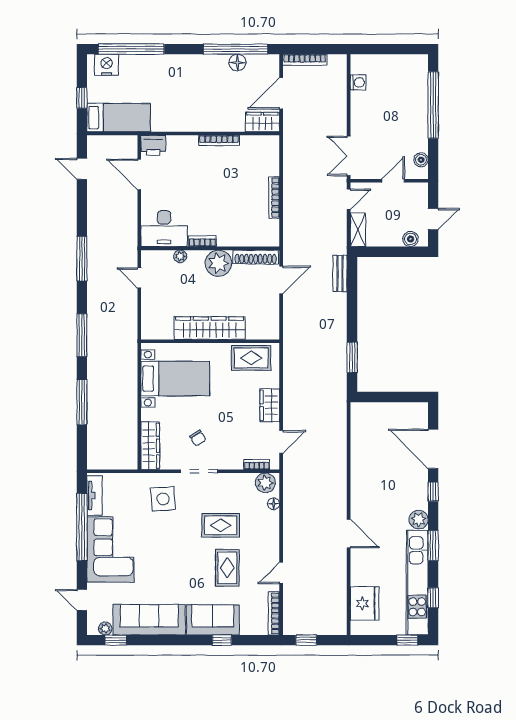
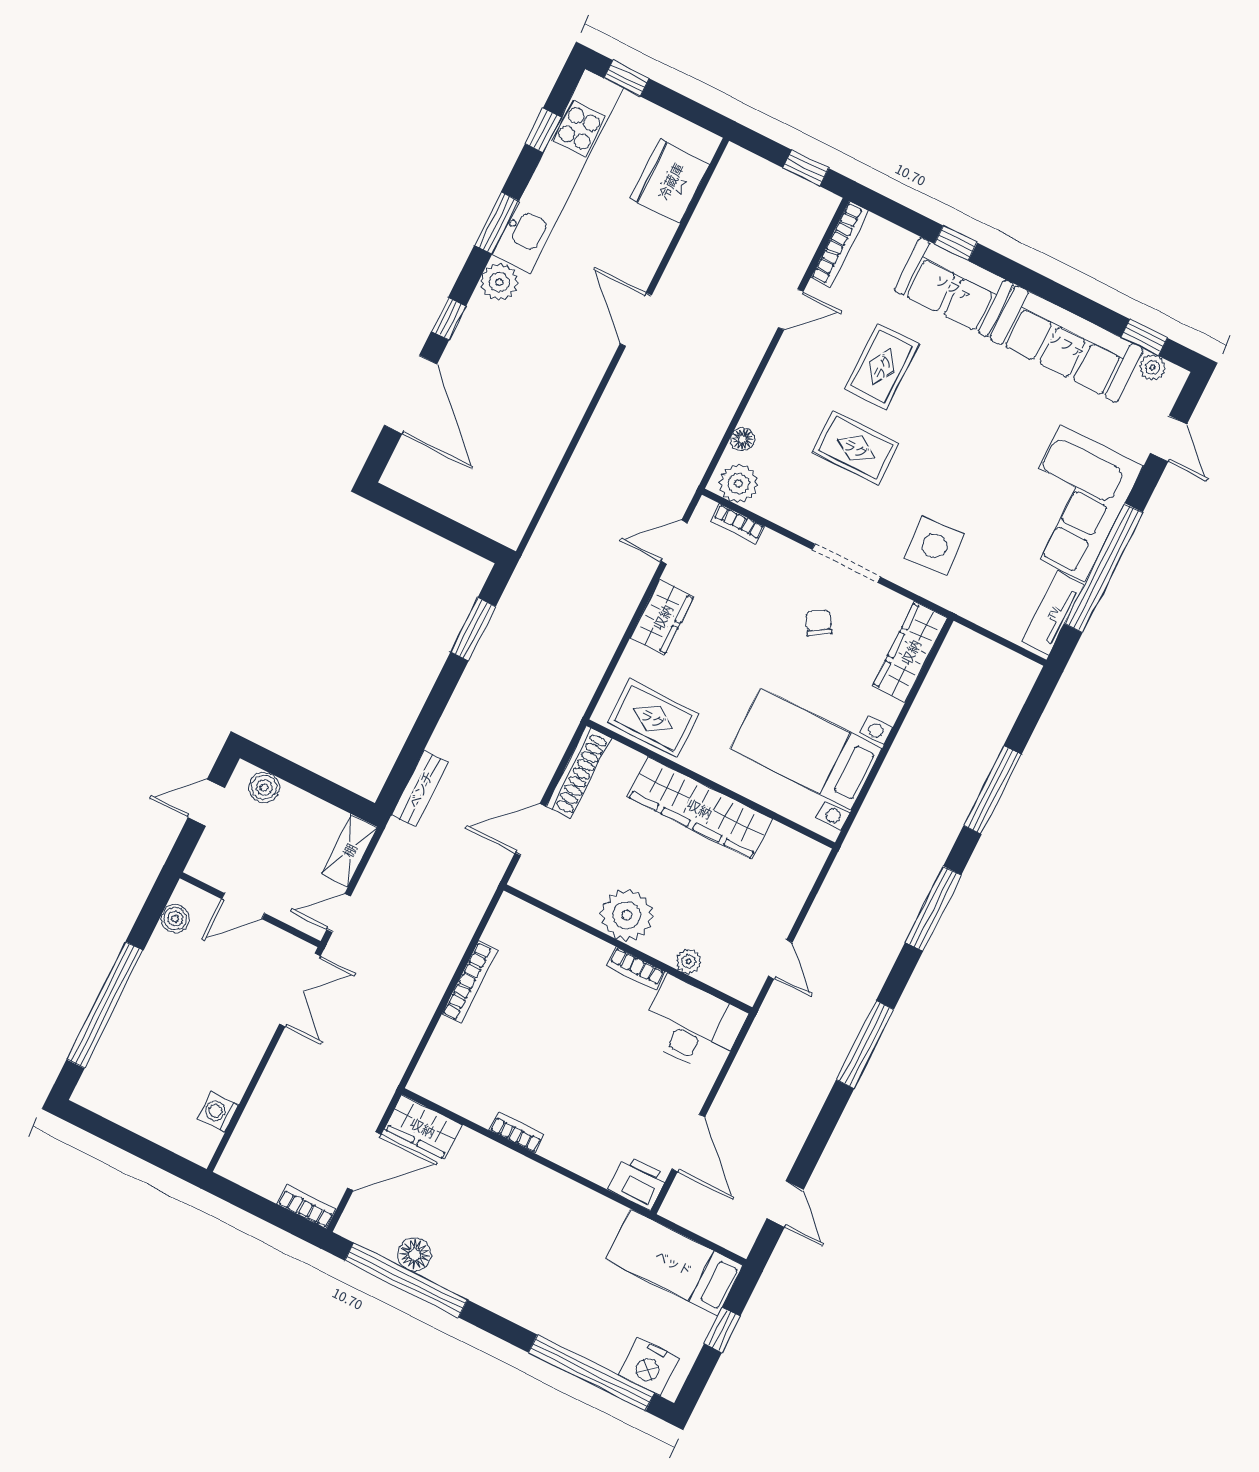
bookcase: (305, 60) -> (307, 1207), width x0.64
bookcase: (219, 140) -> (517, 1133), width x0.64
shoe rack: (256, 257) -> (578, 772), moved, turned 90

